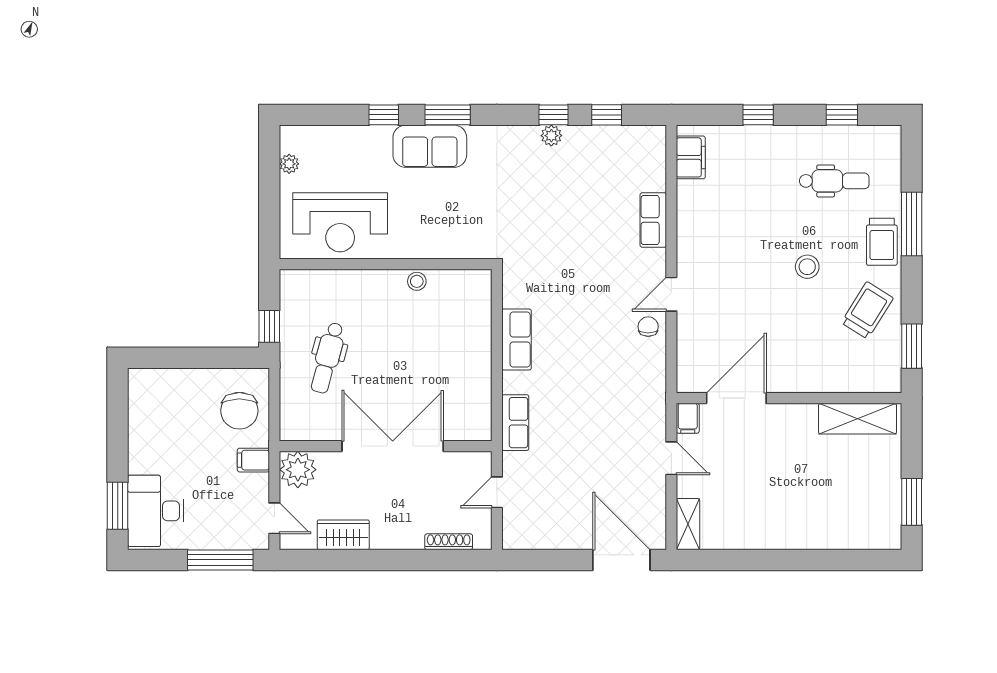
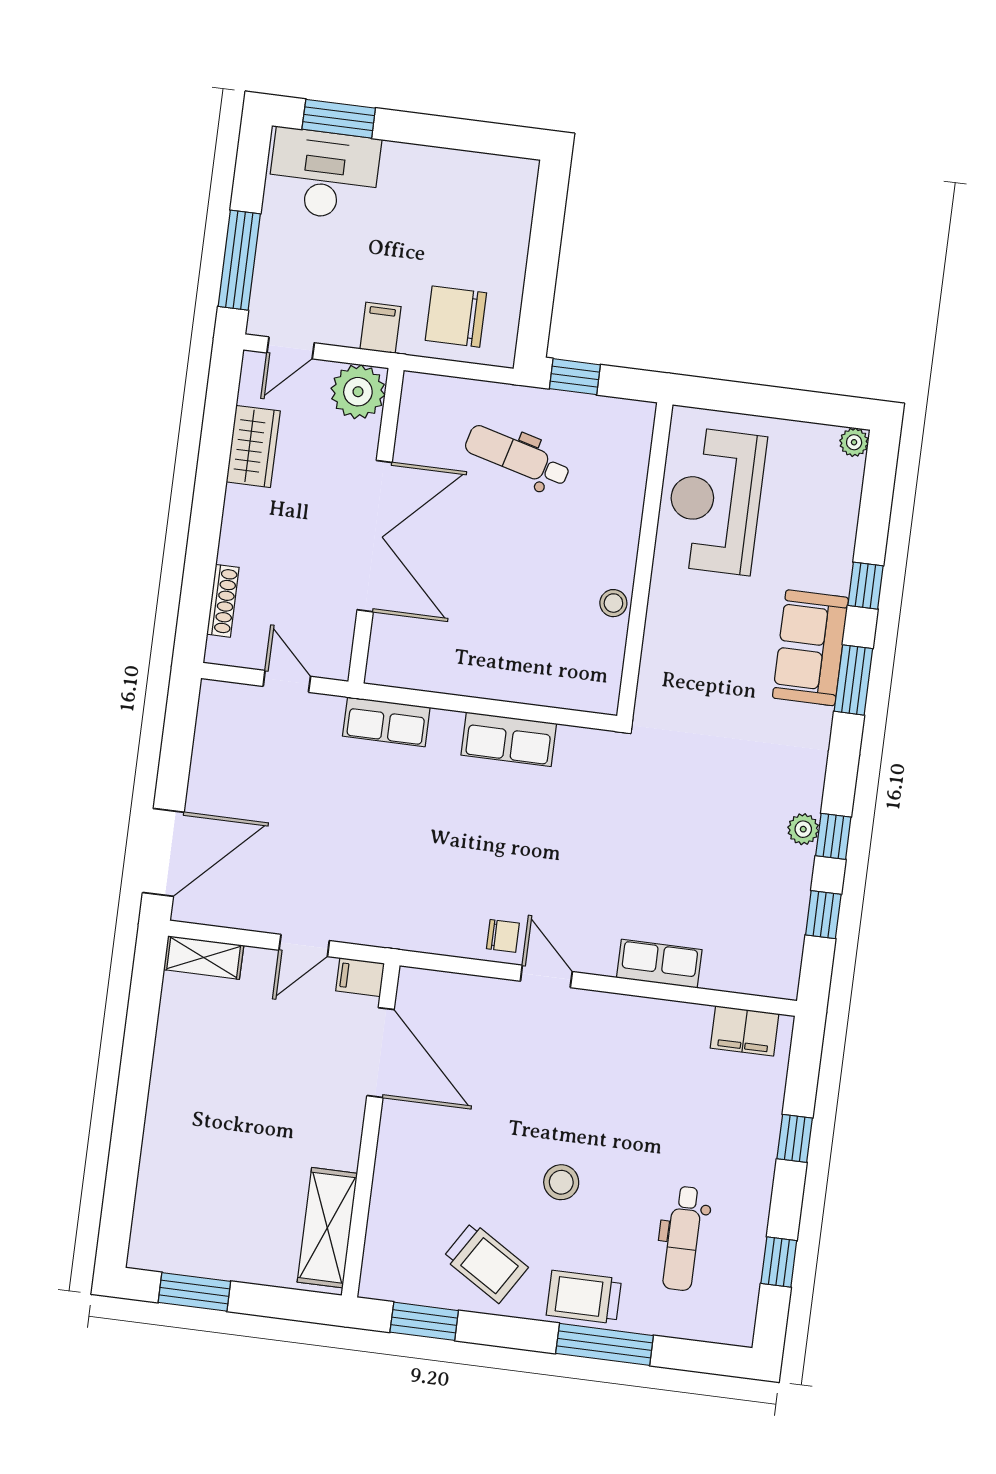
plant: (289, 164) -> (854, 442), moved

